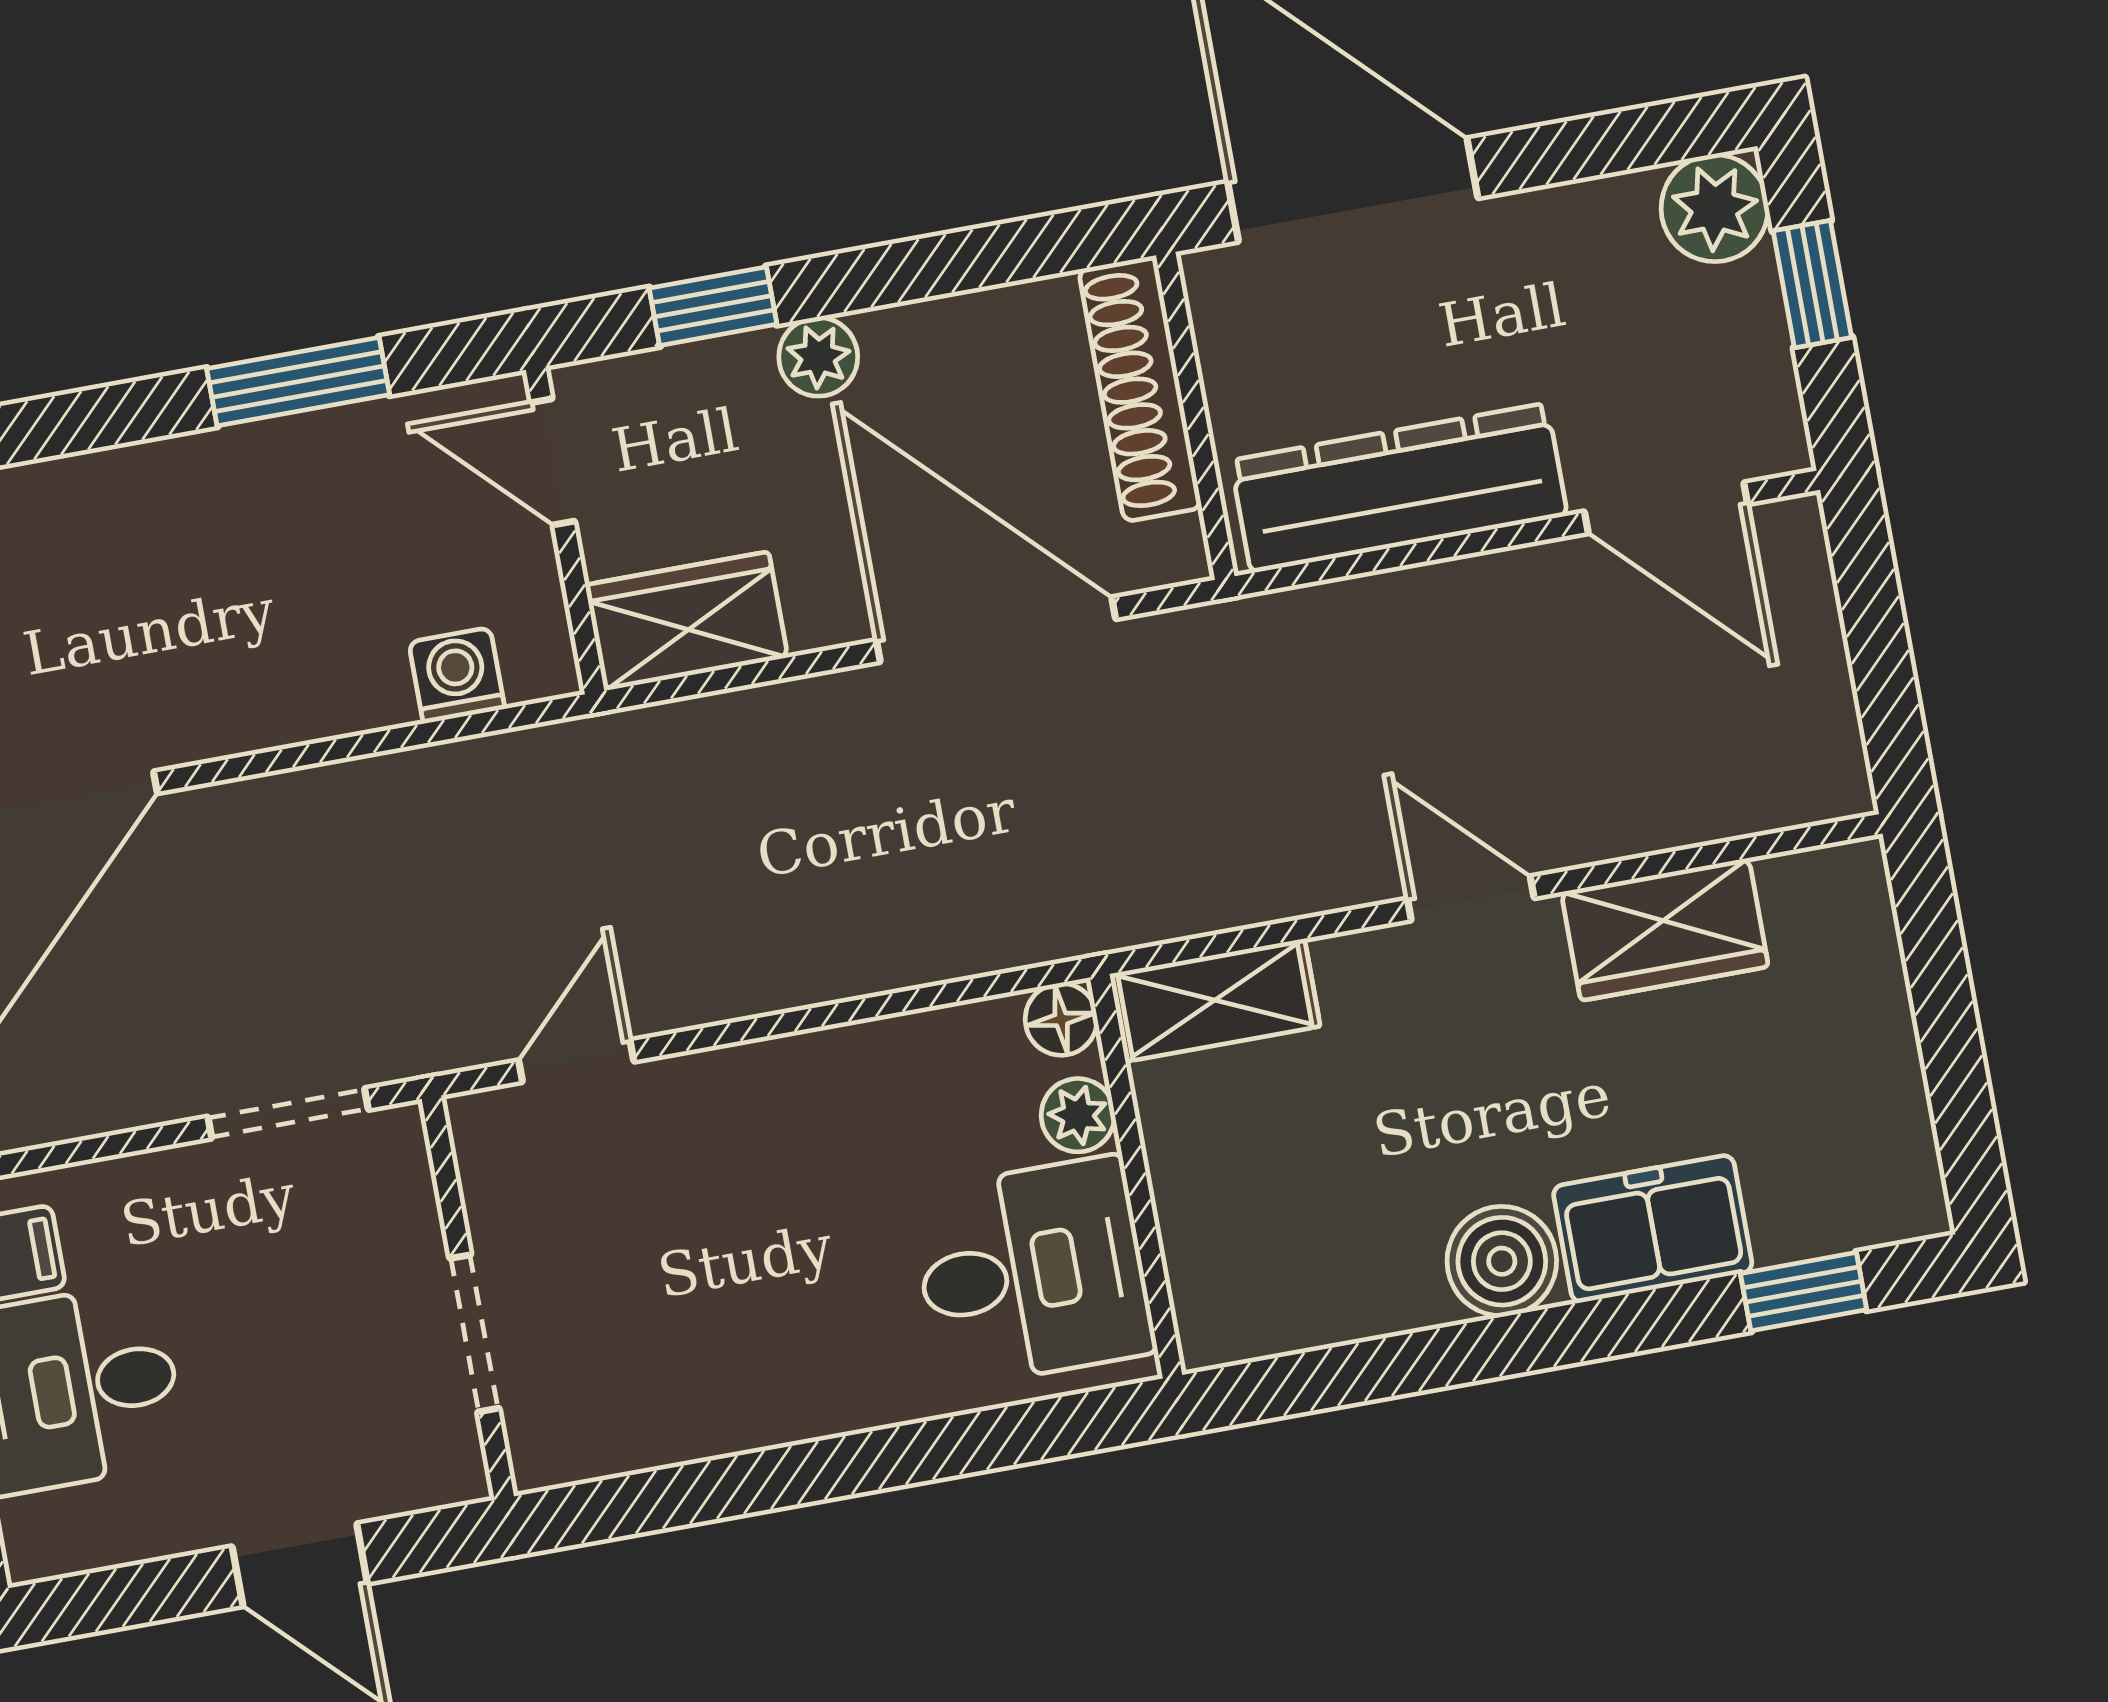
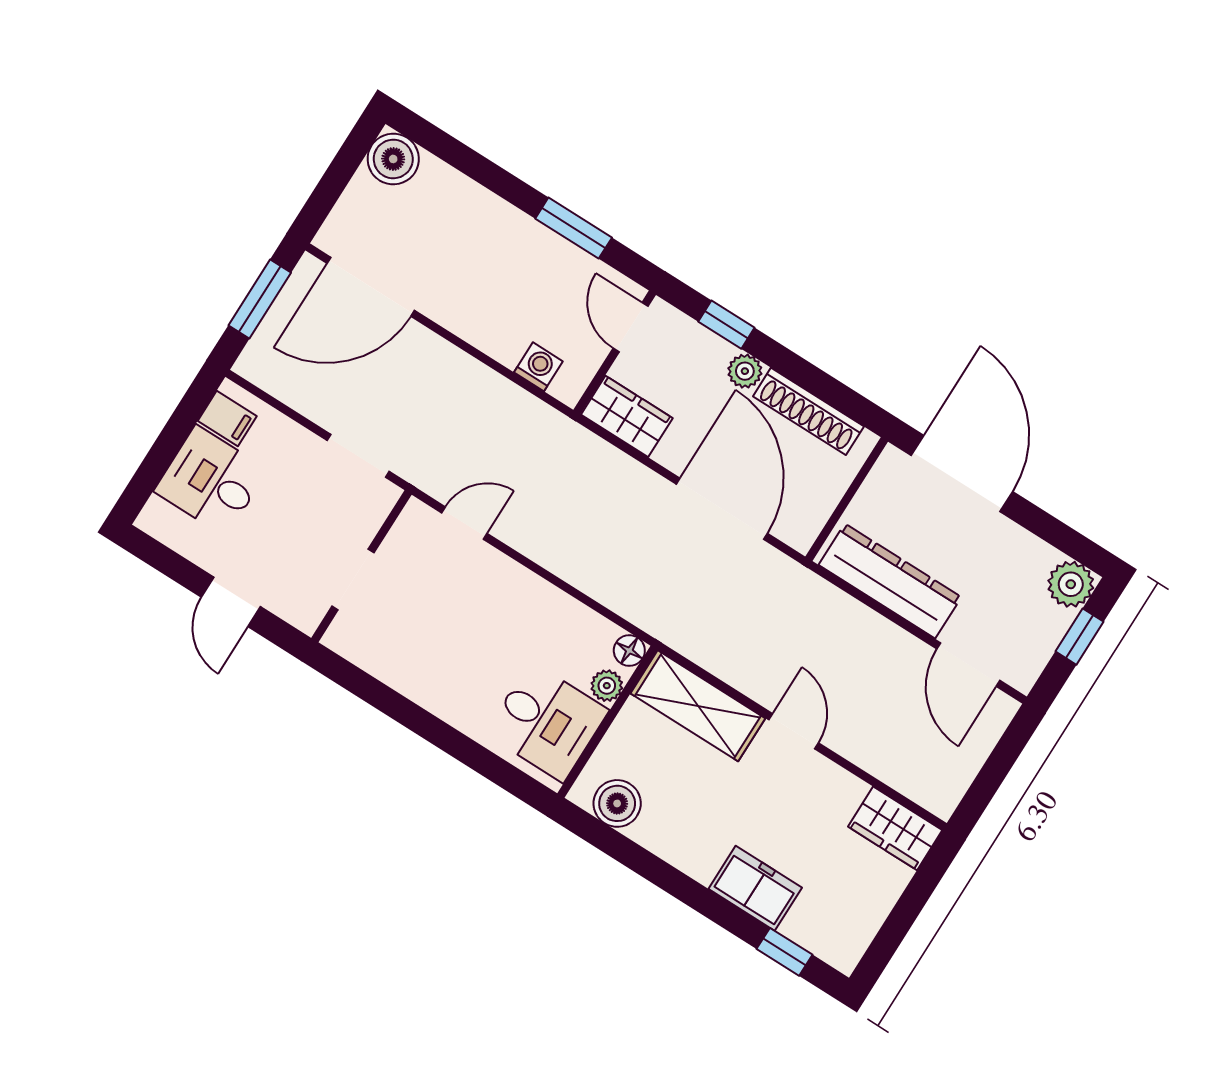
shoe rack: (1140, 389) -> (808, 411), moved, turned -90
wardrobe: (1665, 929) -> (895, 828), moved
shelving: (1215, 1000) -> (698, 706), width x1.50, depth x1.33
boiler: (1502, 1261) -> (617, 803), moved

